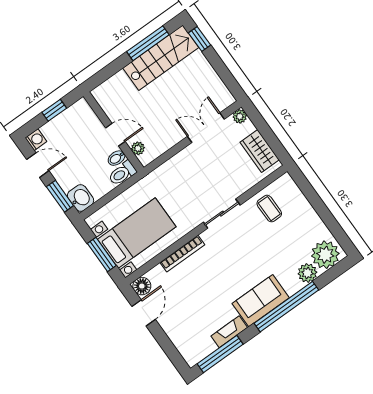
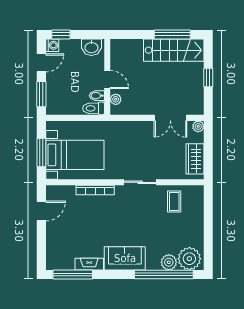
window: (199, 39) -> (208, 77), moved
window: (54, 110) -> (61, 34), moved
double door: (206, 128) -> (170, 118), swing flipped
door: (38, 165) -> (41, 63), hinge flipped
washbasin: (81, 198) -> (91, 47), moved, turned 90
floor lamp: (142, 286) -> (53, 192), removed
window: (286, 307) -> (164, 275), moved

